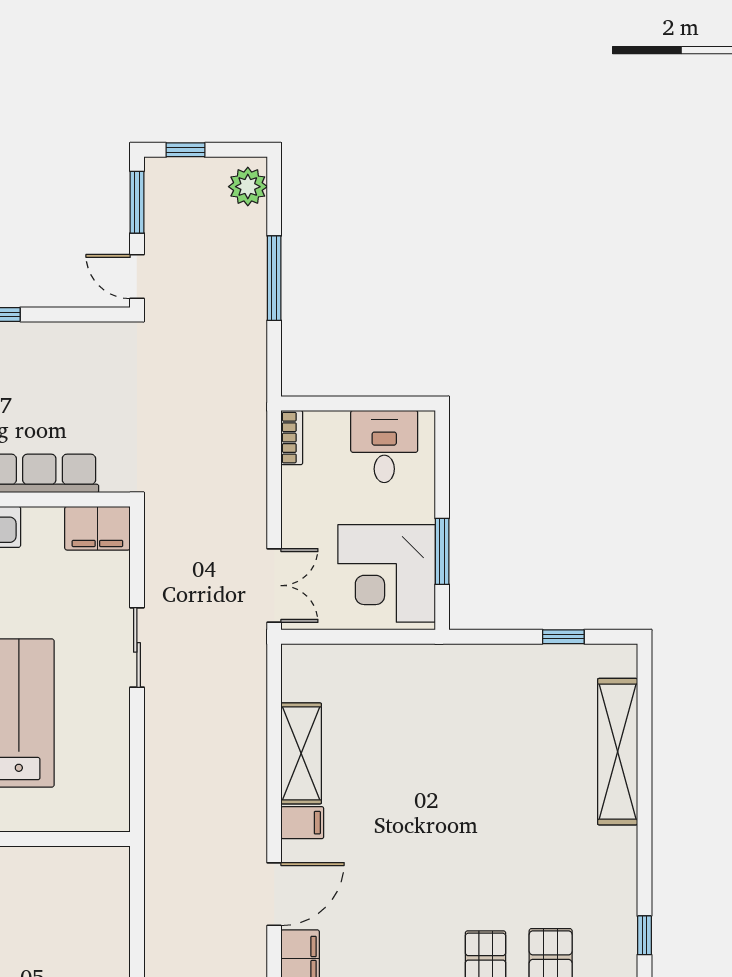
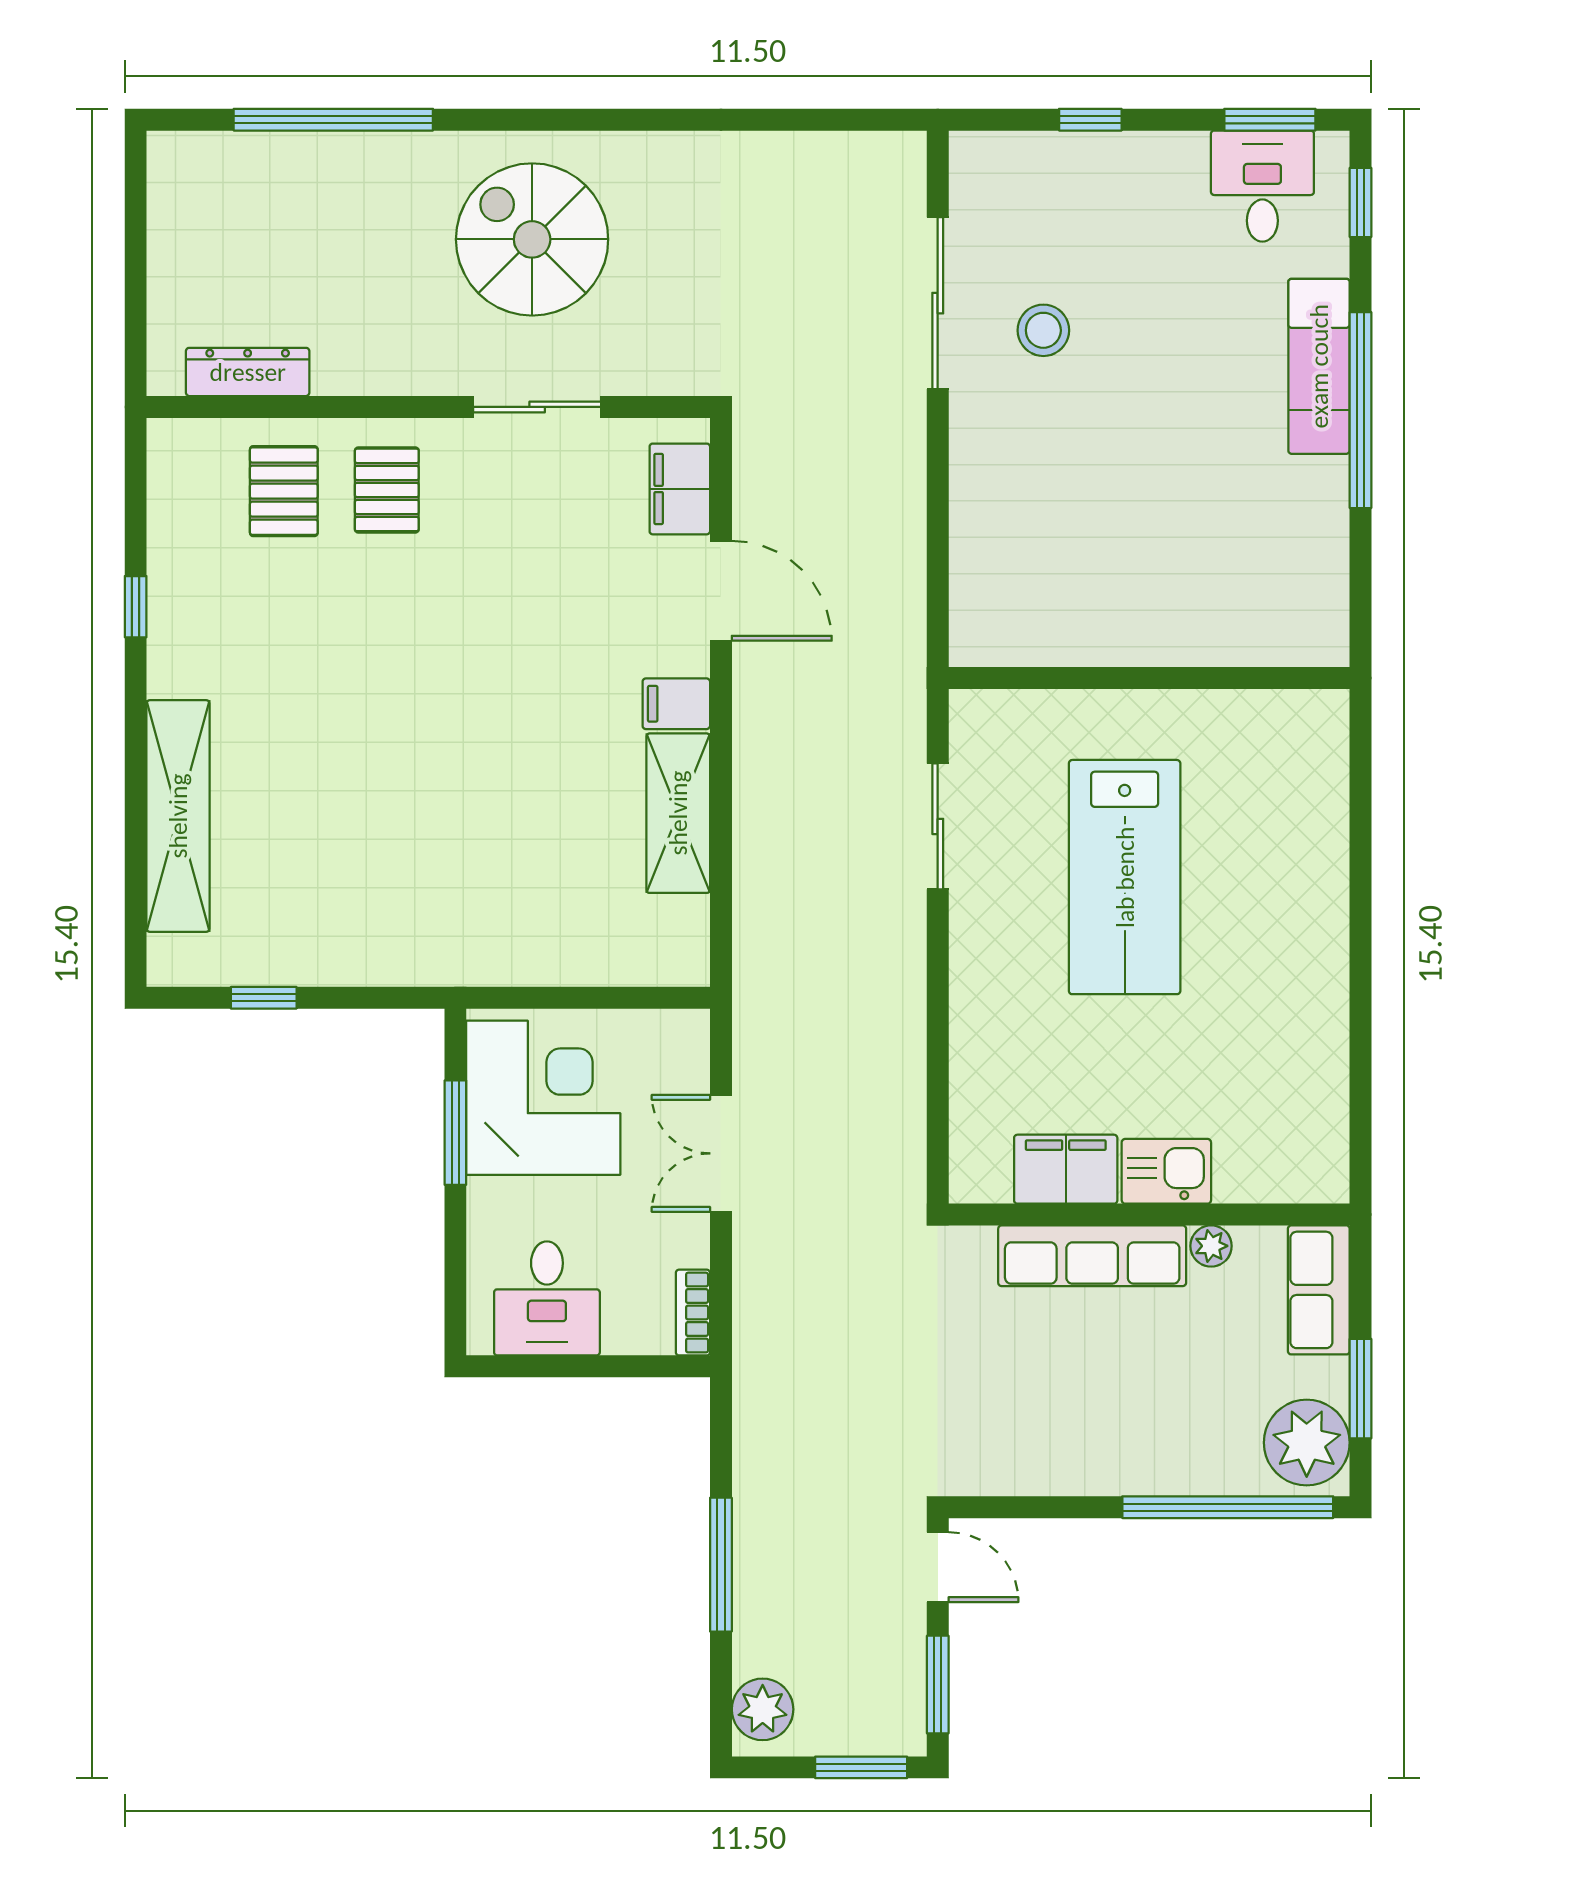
window: (185, 150) -> (861, 1767), width x1.50
filing cabinet: (97, 528) -> (1066, 1169), moved
double door: (274, 586) -> (721, 1153), moved
sliding door: (137, 647) -> (938, 826), moved
door: (274, 894) -> (721, 591), swing flipped
window: (644, 935) -> (136, 607), moved

